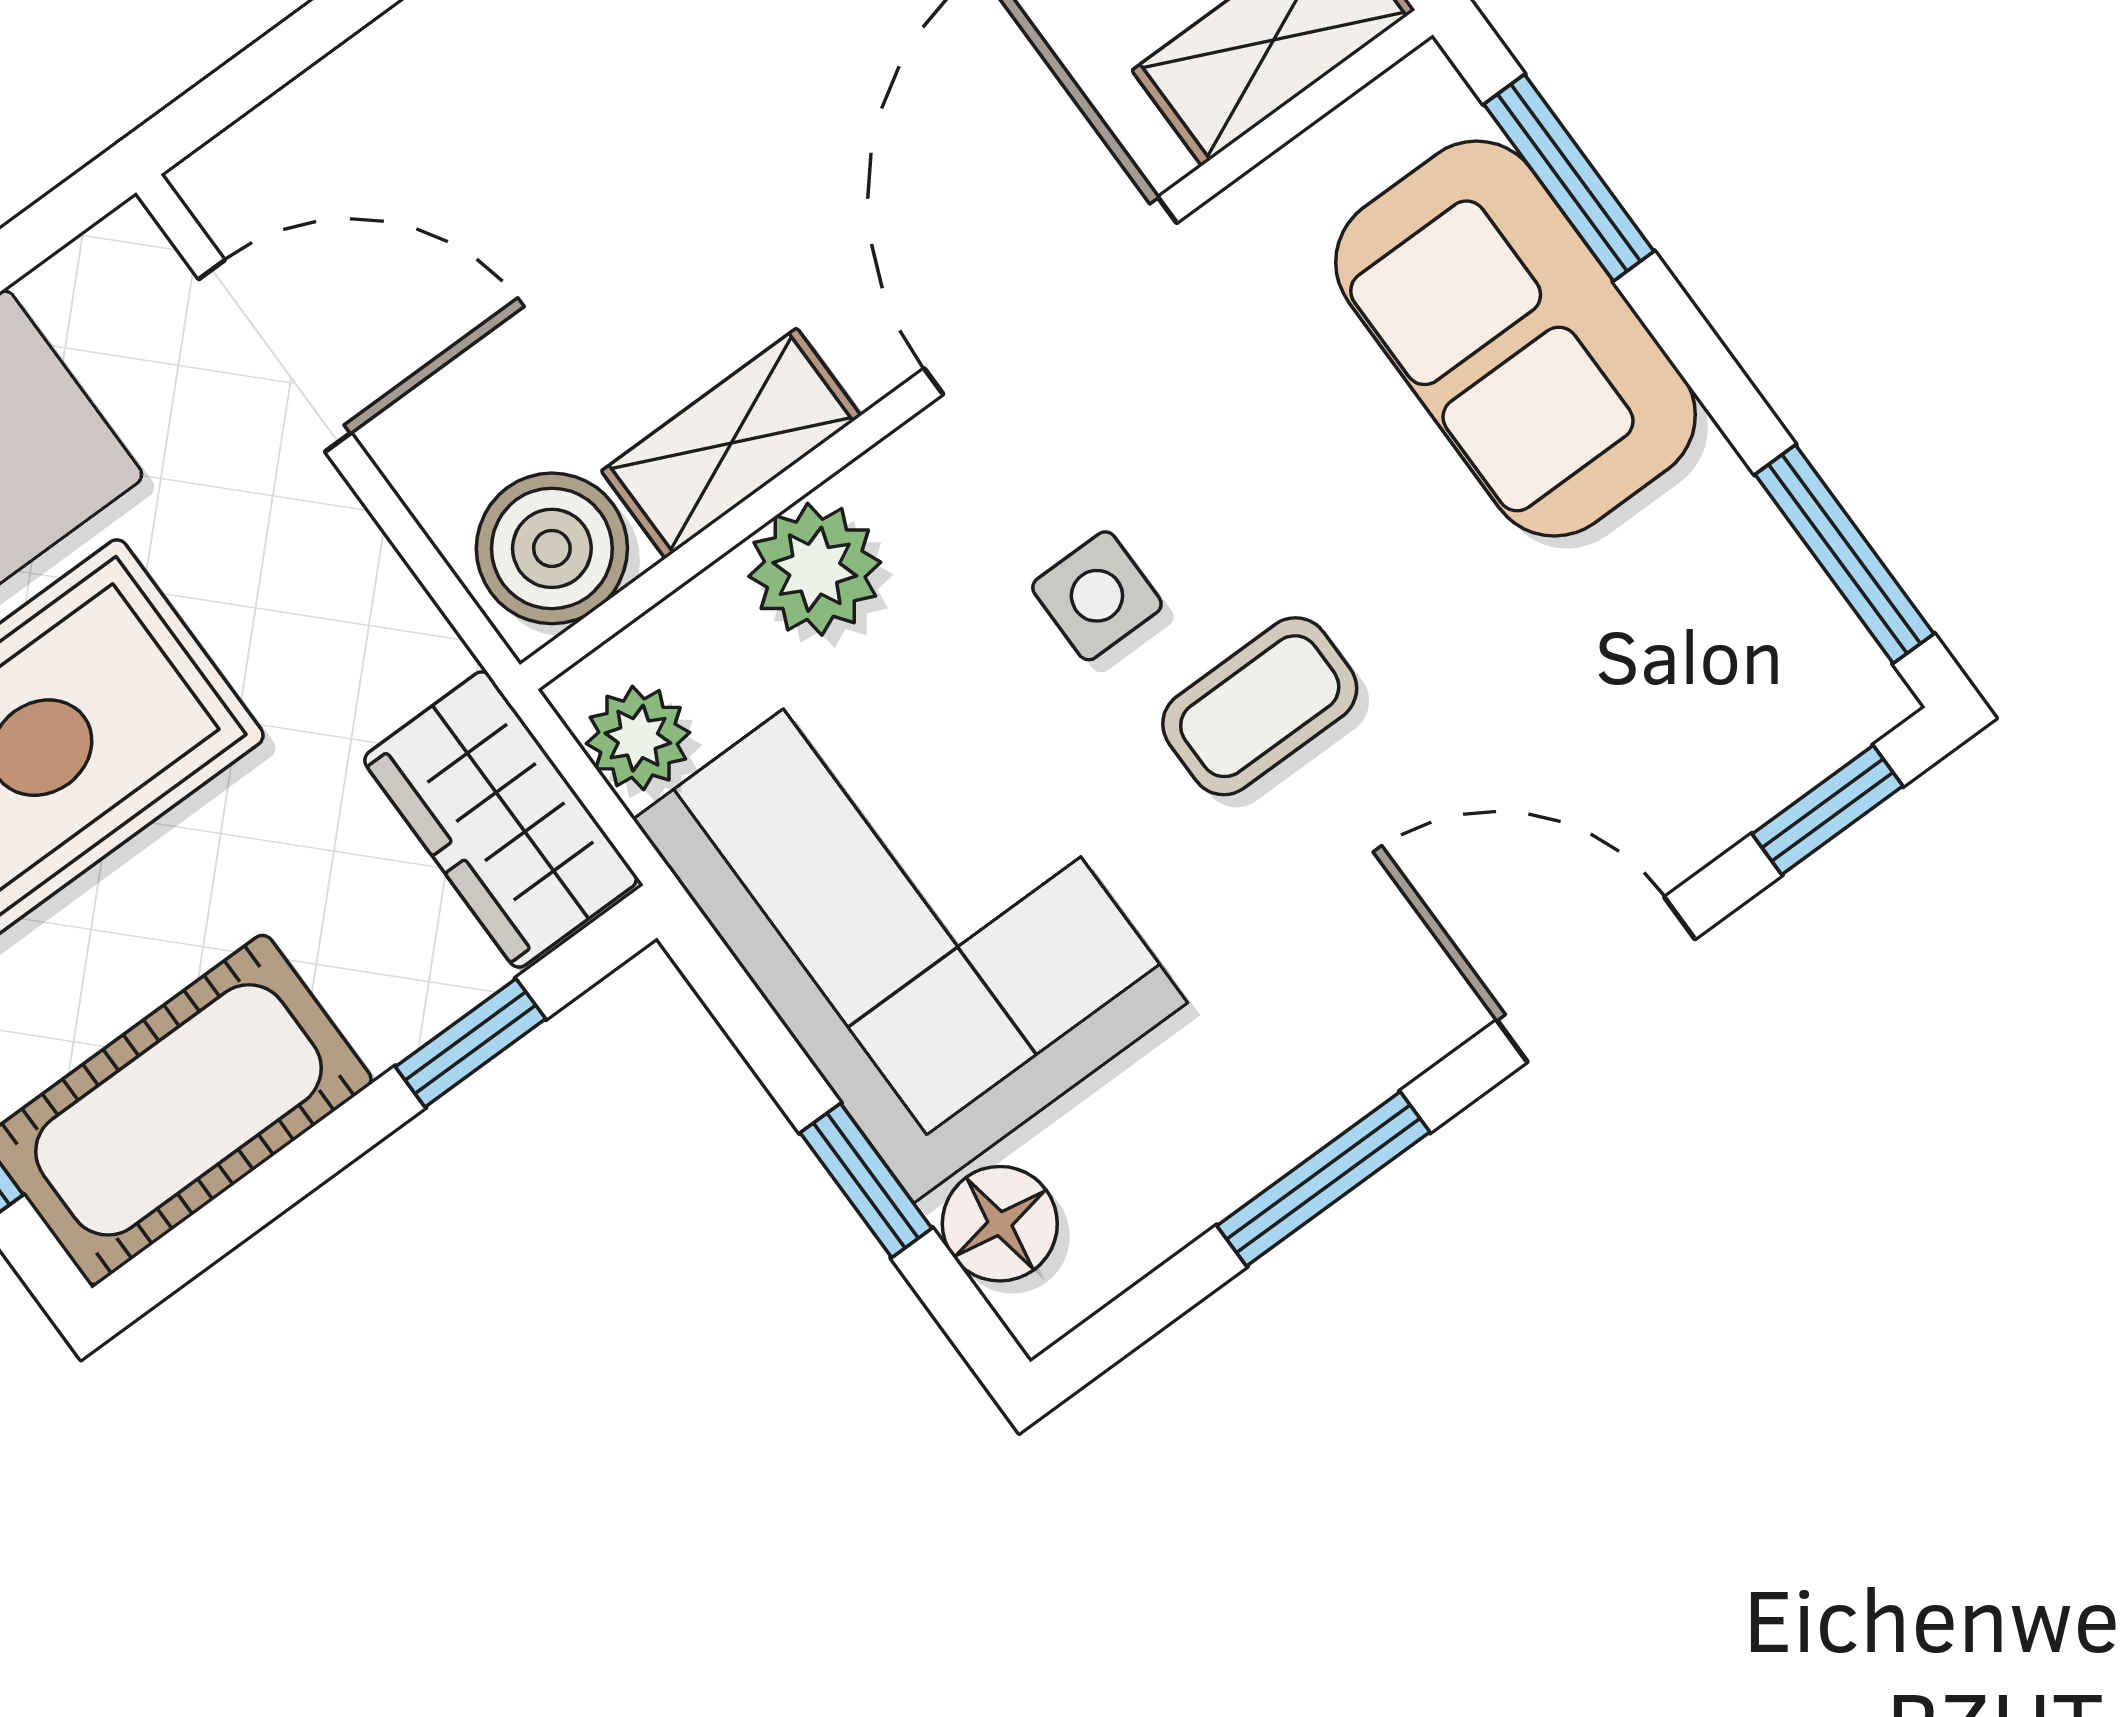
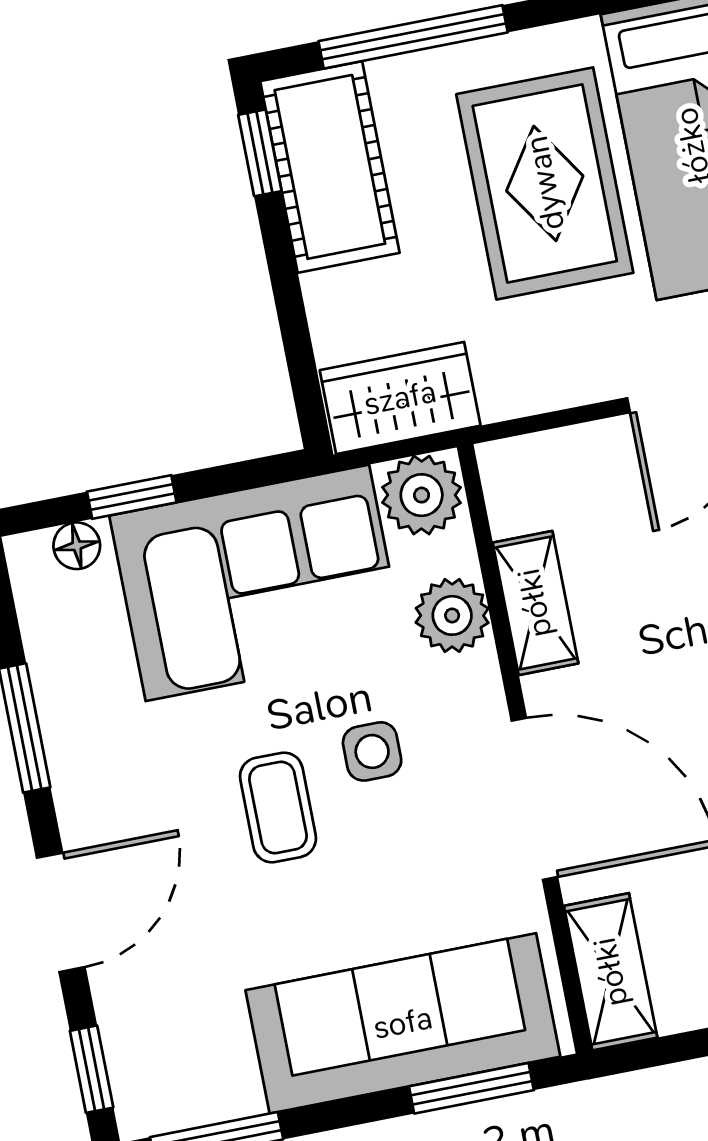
sofa: (1516, 339) -> (403, 1023), width x1.36
boiler: (552, 548) -> (525, 488), removed
plant: (638, 738) -> (422, 495), width x1.38, depth x1.38
window: (470, 1043) -> (260, 153), moved
floor lamp: (1000, 1224) -> (77, 546), width x0.73, depth x0.73

